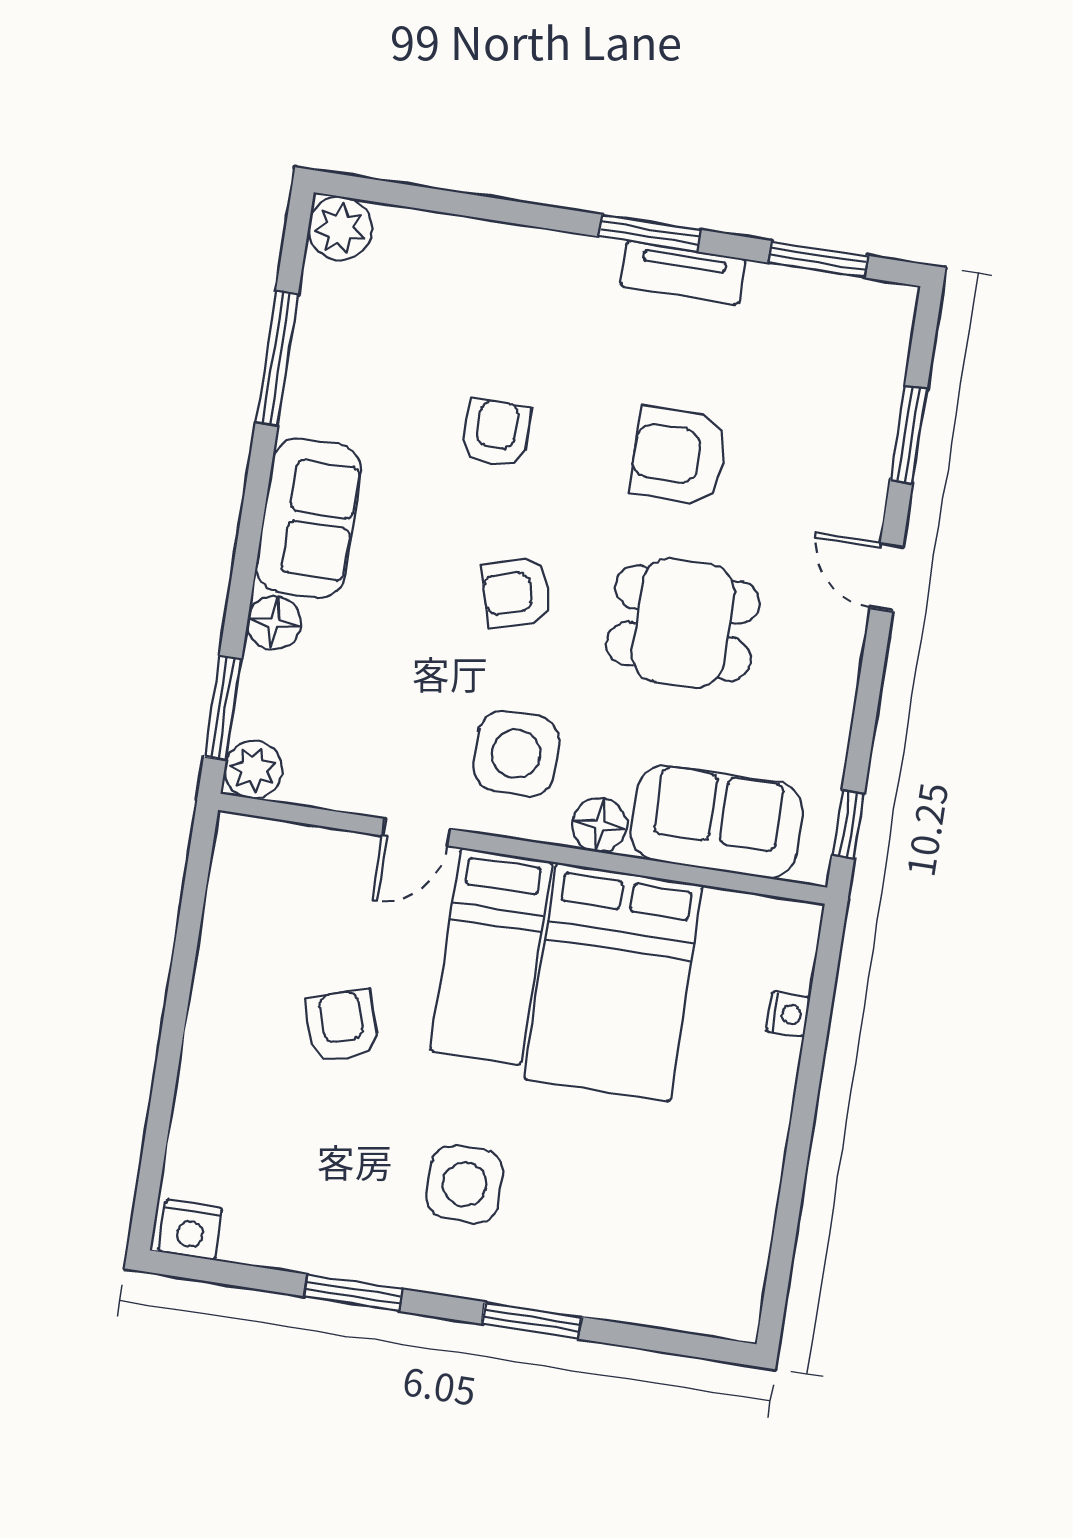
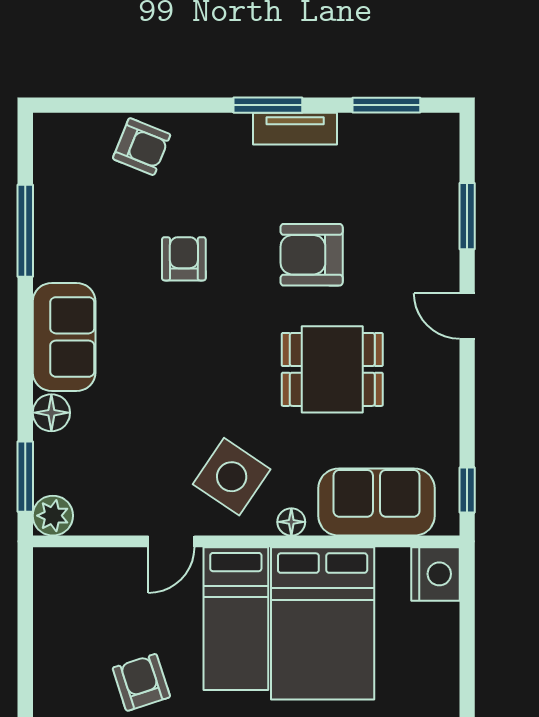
plant: (340, 228) -> (55, 135), removed
armchair: (517, 592) -> (142, 147), moved, turned -142
side table: (516, 754) -> (232, 477), turned 34
floor lamp: (600, 825) -> (291, 522), width x0.73, depth x0.73
nightstand: (788, 1014) -> (435, 574), moved, width x1.89, depth x1.79

